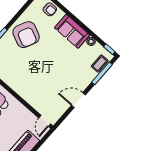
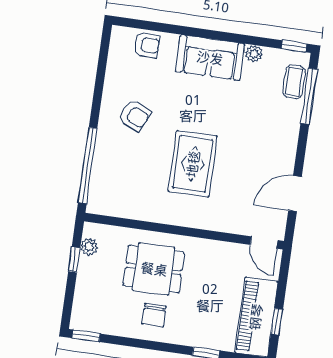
armchair: (26, 35) -> (135, 115), width x0.53, depth x0.53
rug: (37, 70) -> (193, 164), added
door: (78, 100) -> (295, 194), moved

